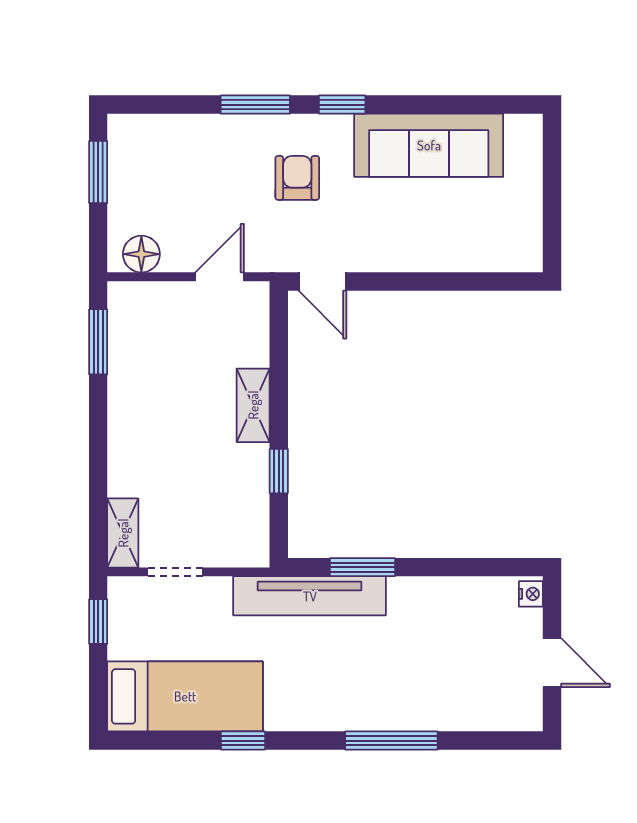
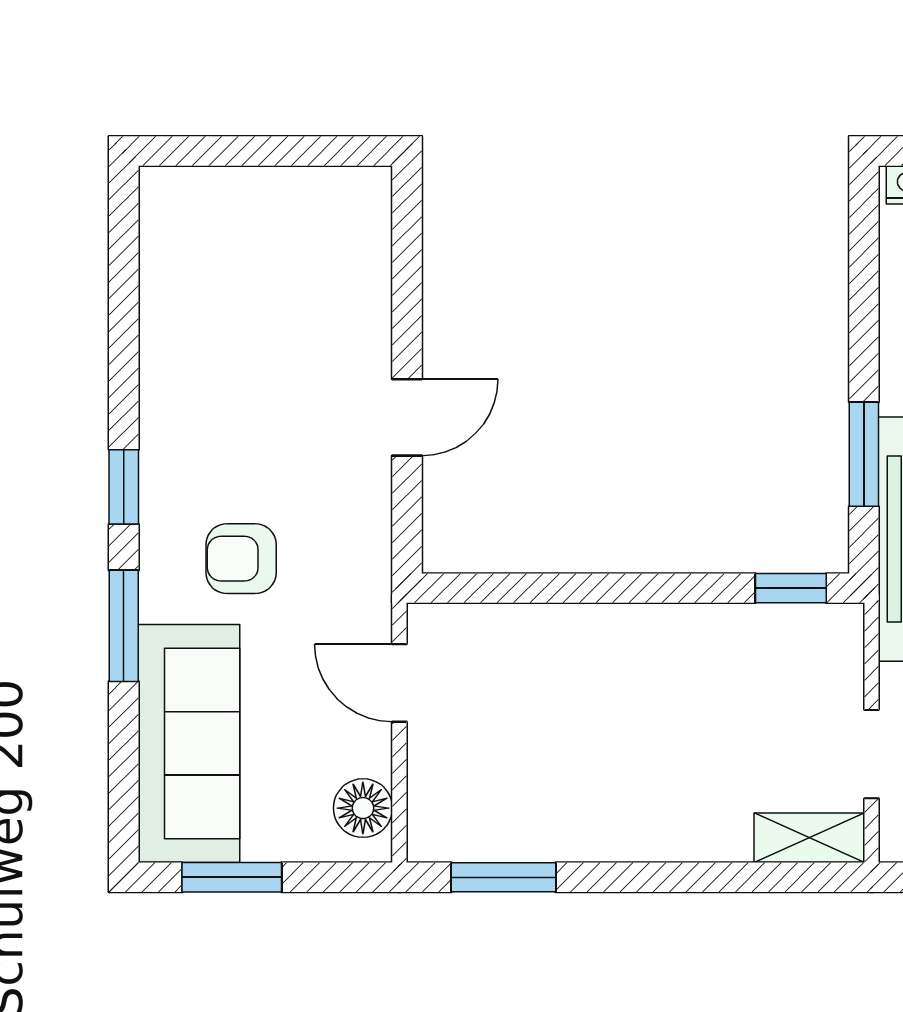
sofa: (429, 145) -> (189, 744), moved
door: (323, 282) -> (407, 417), moved
shelving: (253, 405) -> (605, 629), removed
window: (279, 471) -> (791, 588), moved

